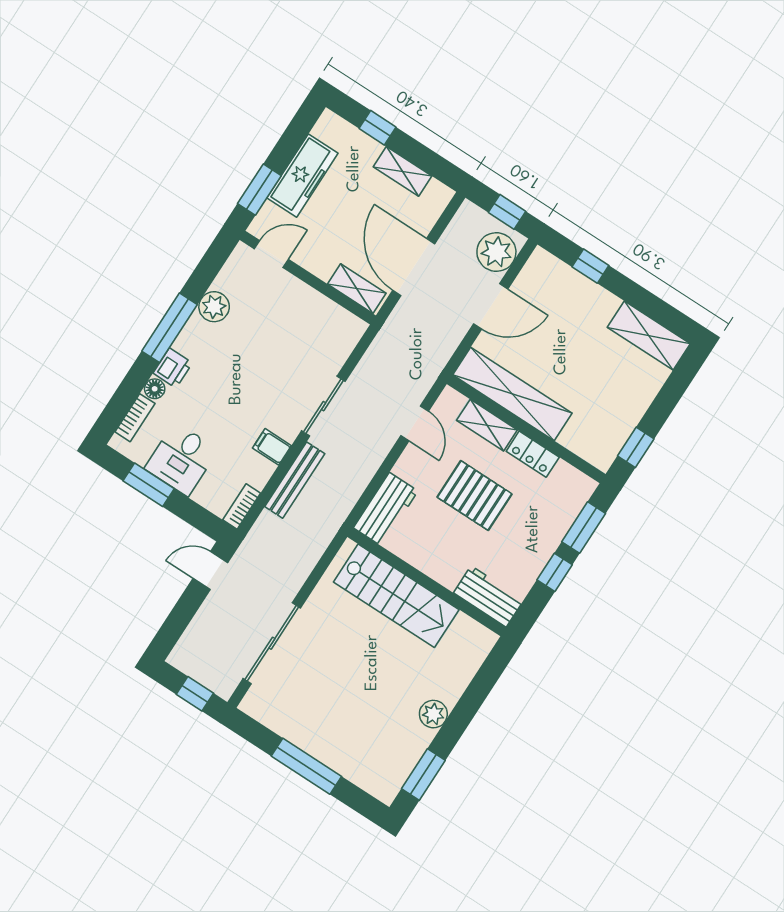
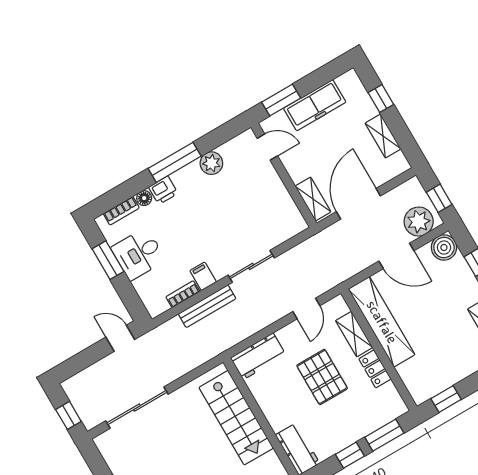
boiler: (542, 268) -> (444, 248), added
bookcase: (242, 506) -> (183, 294), moved

